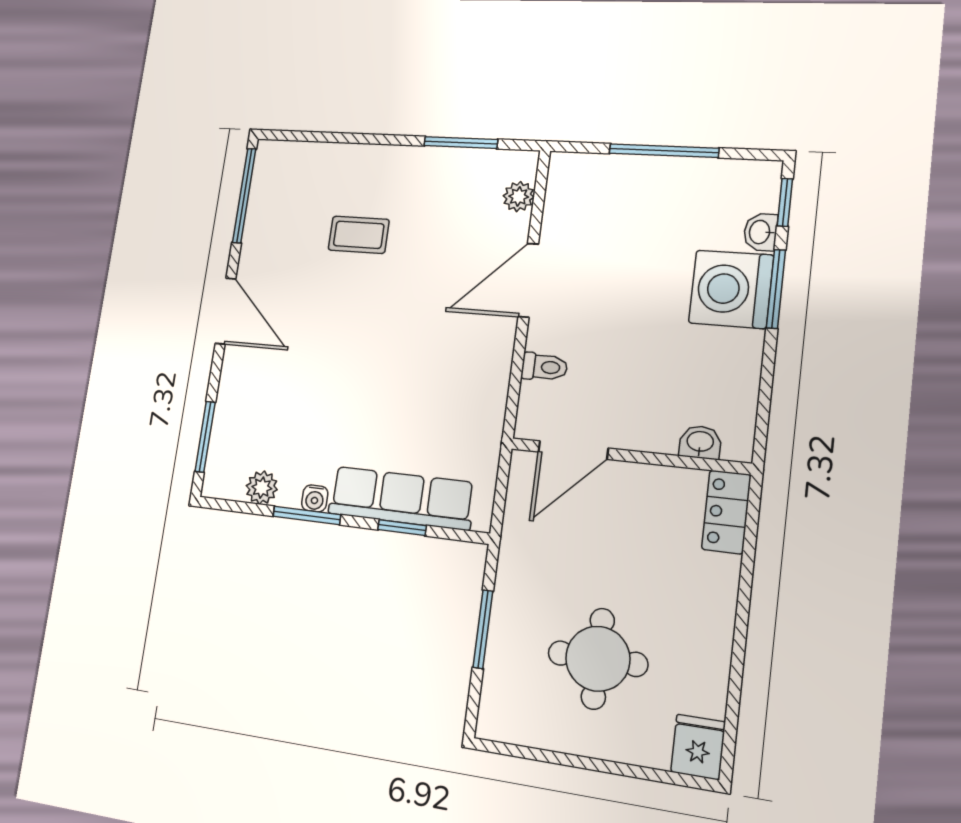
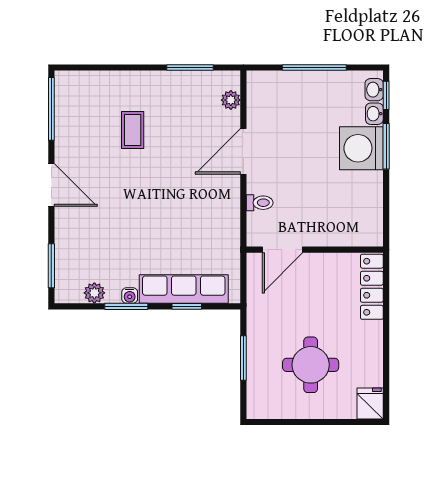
coffee table: (359, 235) -> (133, 130), turned 90
washbasin: (700, 442) -> (374, 90), moved, turned -90
locker: (726, 512) -> (372, 287), width x1.53

